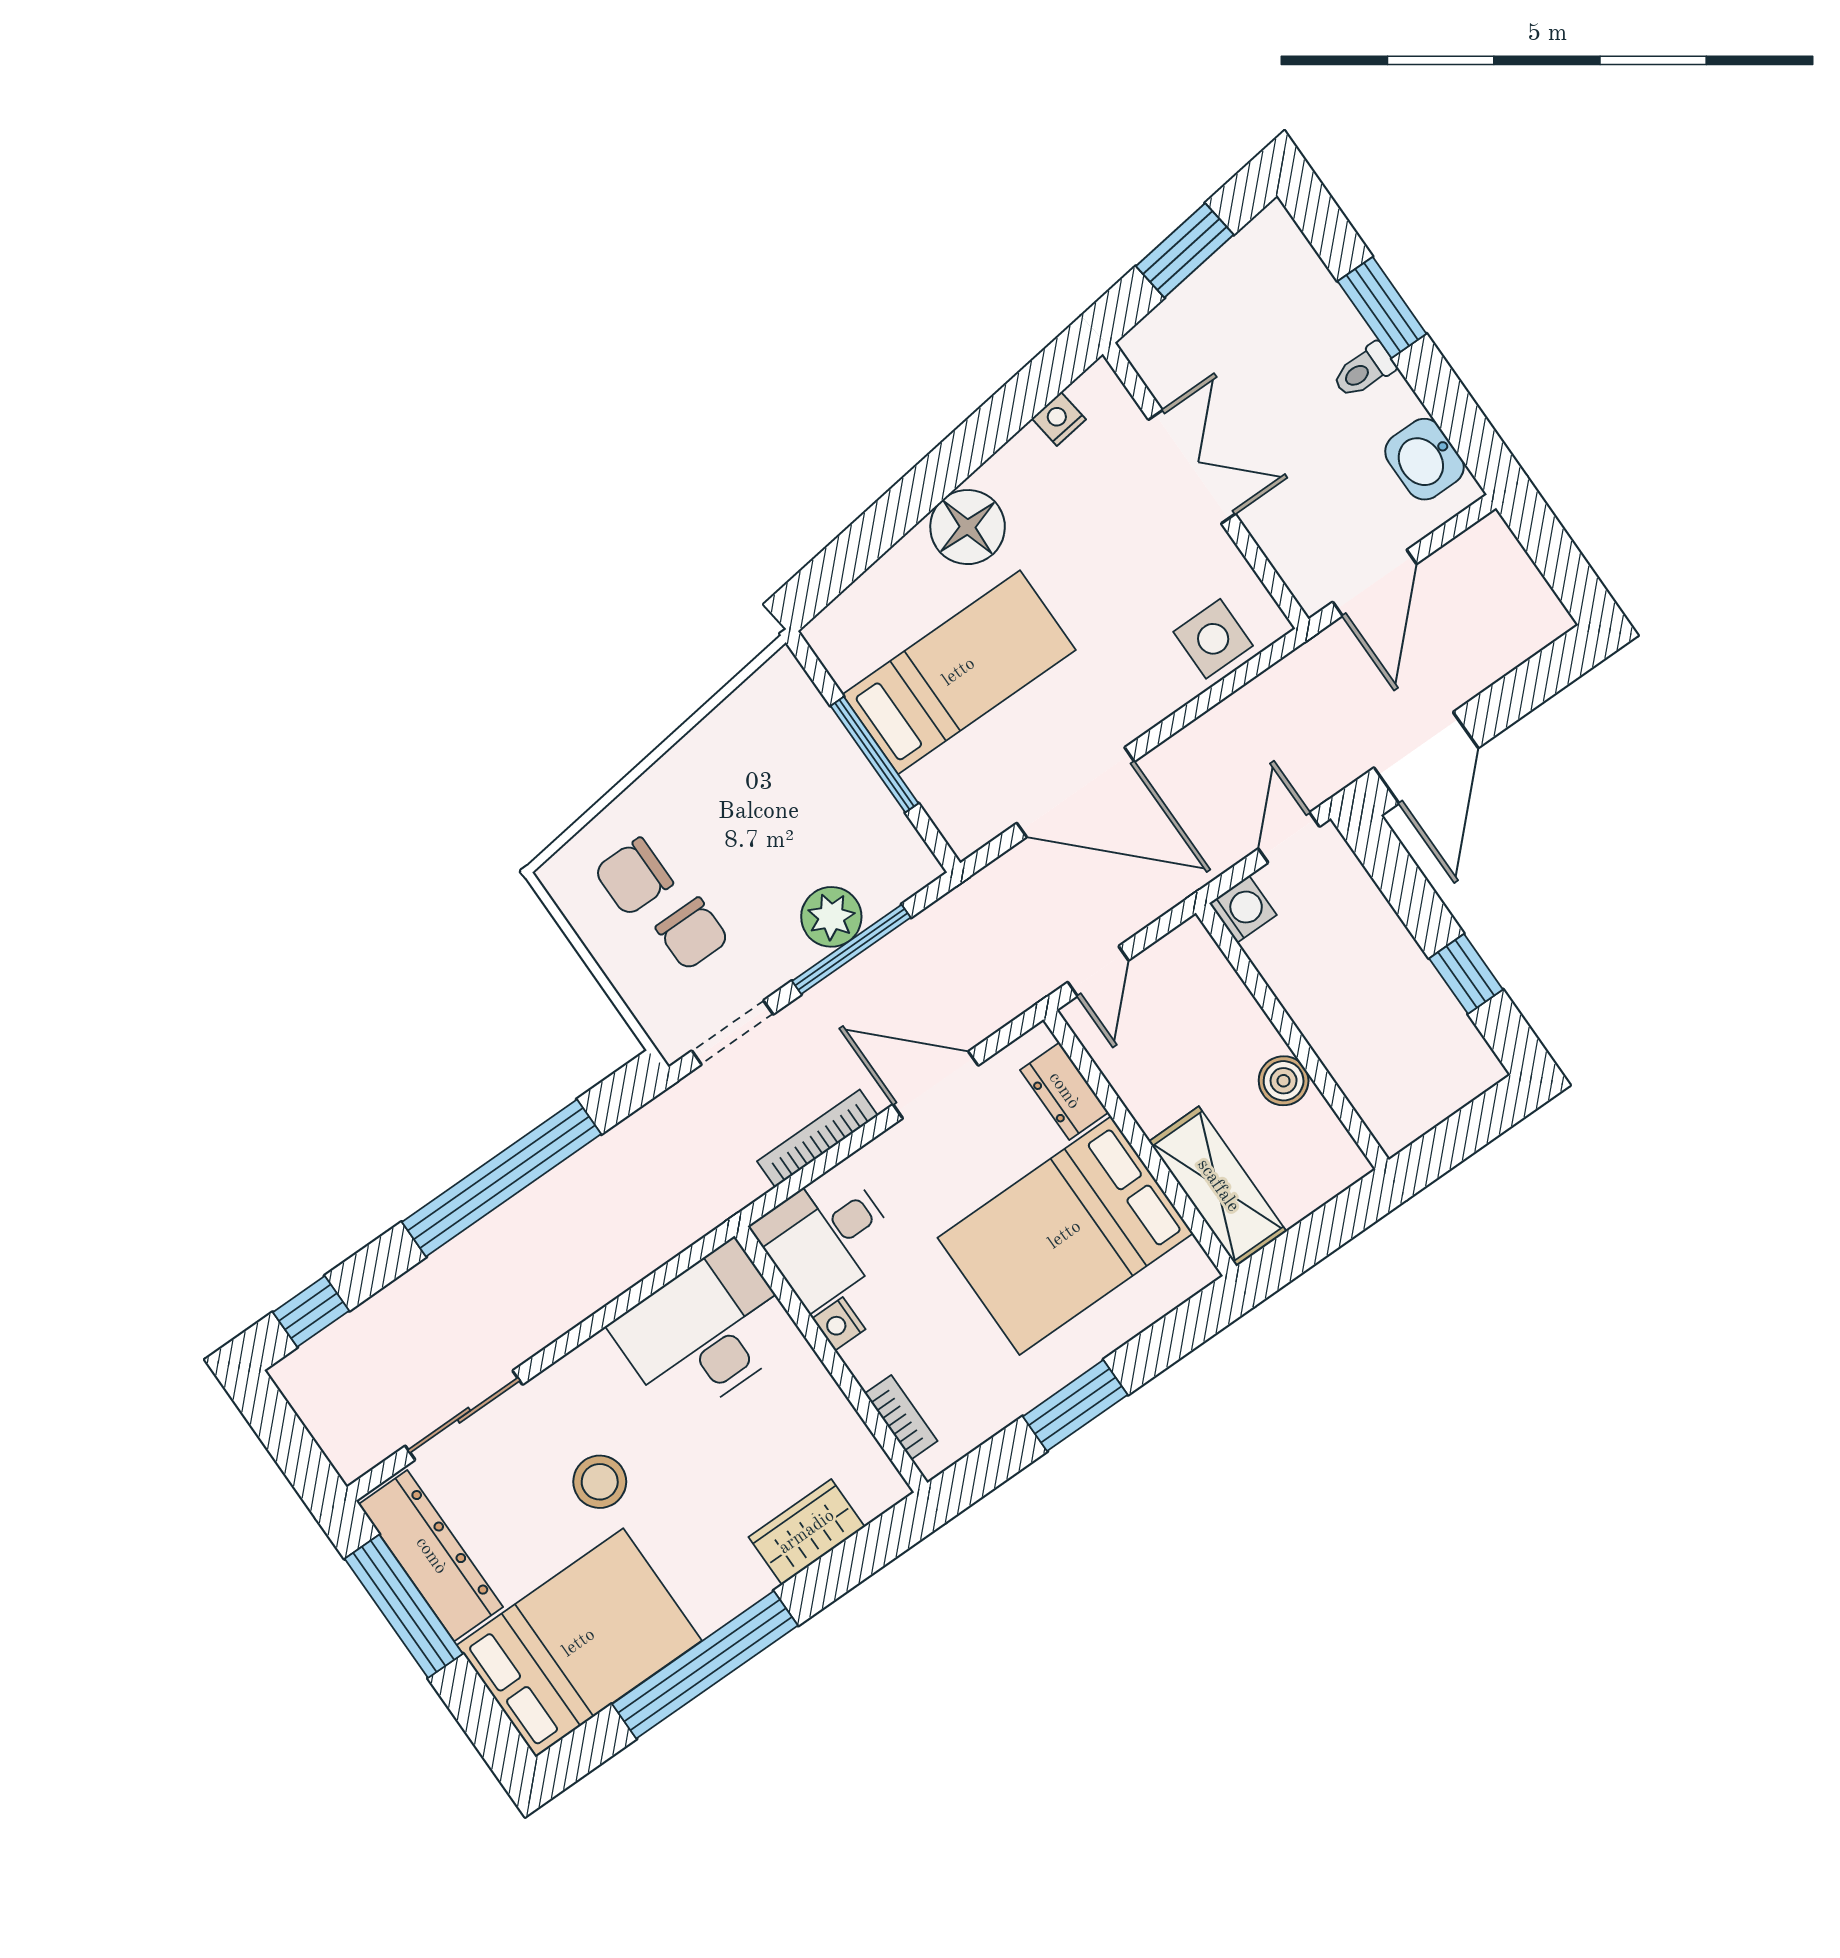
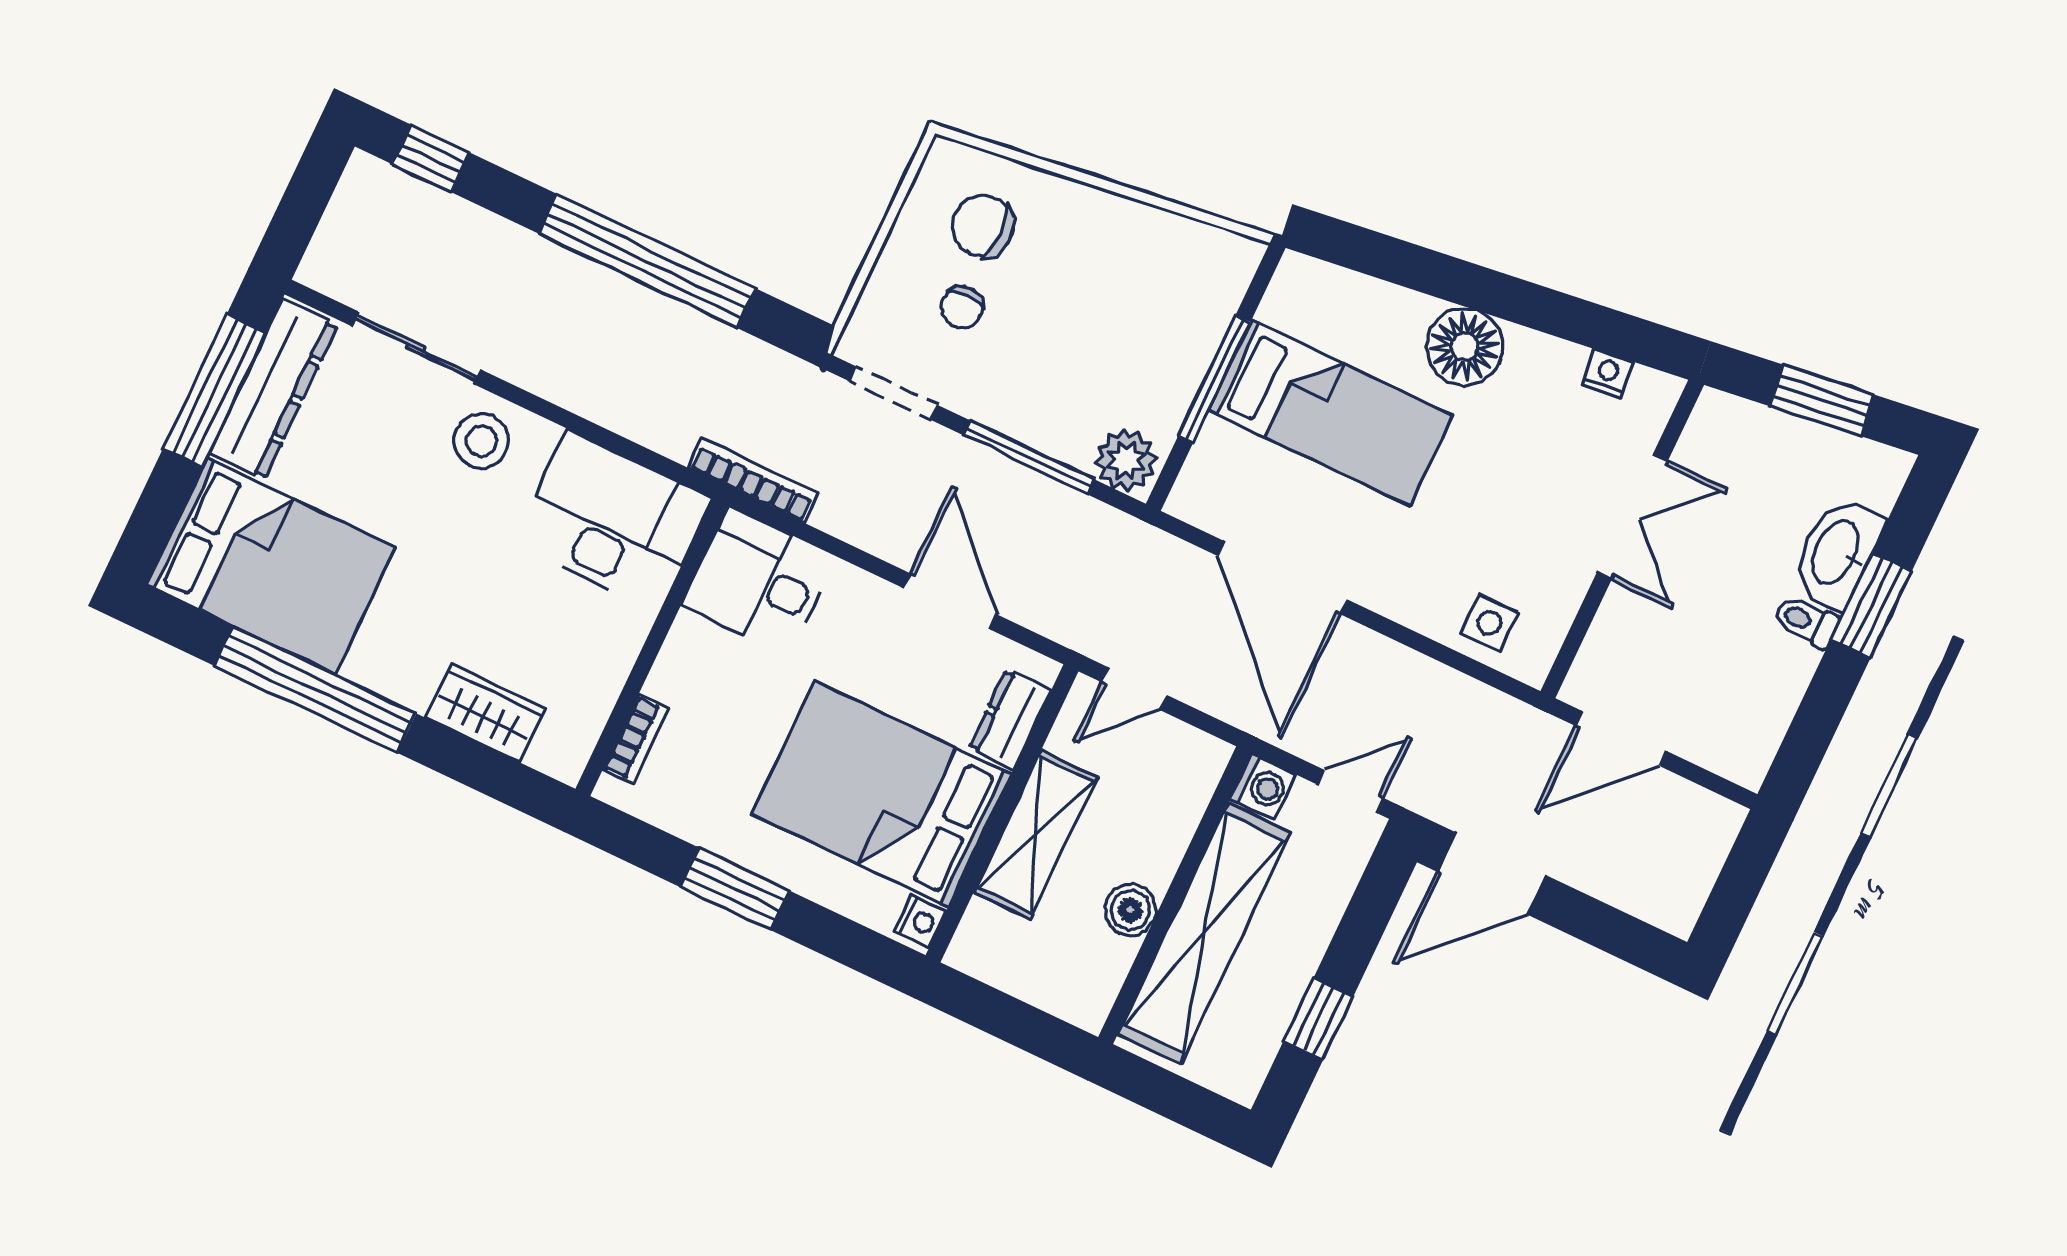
washbasin: (1424, 459) -> (1837, 553), moved, width x1.38
side table: (1213, 639) -> (1489, 623), width x0.73, depth x0.73
plant: (831, 917) -> (1126, 460), moved
chair: (692, 934) -> (962, 307), width x0.73, depth x0.73
shelving: (1339, 1029) -> (1204, 933), added
bookcase: (817, 1138) -> (753, 480), moved
shelving: (1218, 1186) -> (1036, 835), moved
nightstand: (839, 1324) -> (920, 921), moved, turned 180
stool: (600, 1482) -> (481, 441), moved

